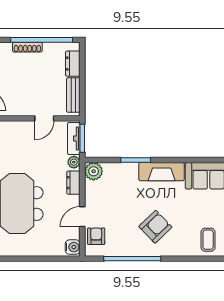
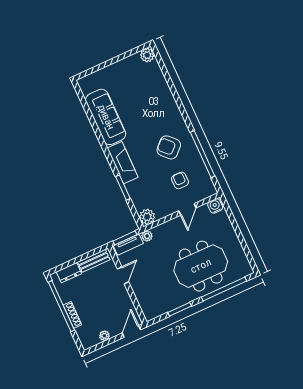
door: (44, 118) -> (123, 275), hinge flipped
dresser: (73, 183) -> (164, 229), removed
door: (82, 217) -> (187, 209), hinge flipped
armchair: (96, 236) -> (180, 180), moved, turned 90
coffee table: (208, 240) -> (160, 101), removed

